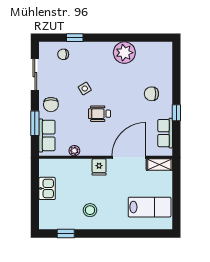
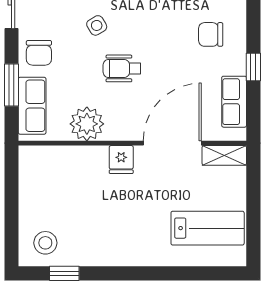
plant: (74, 151) -> (87, 124), width x1.88, depth x1.88
kitchen sink: (47, 188) -> (32, 196), removed
stool: (90, 210) -> (45, 243), moved

